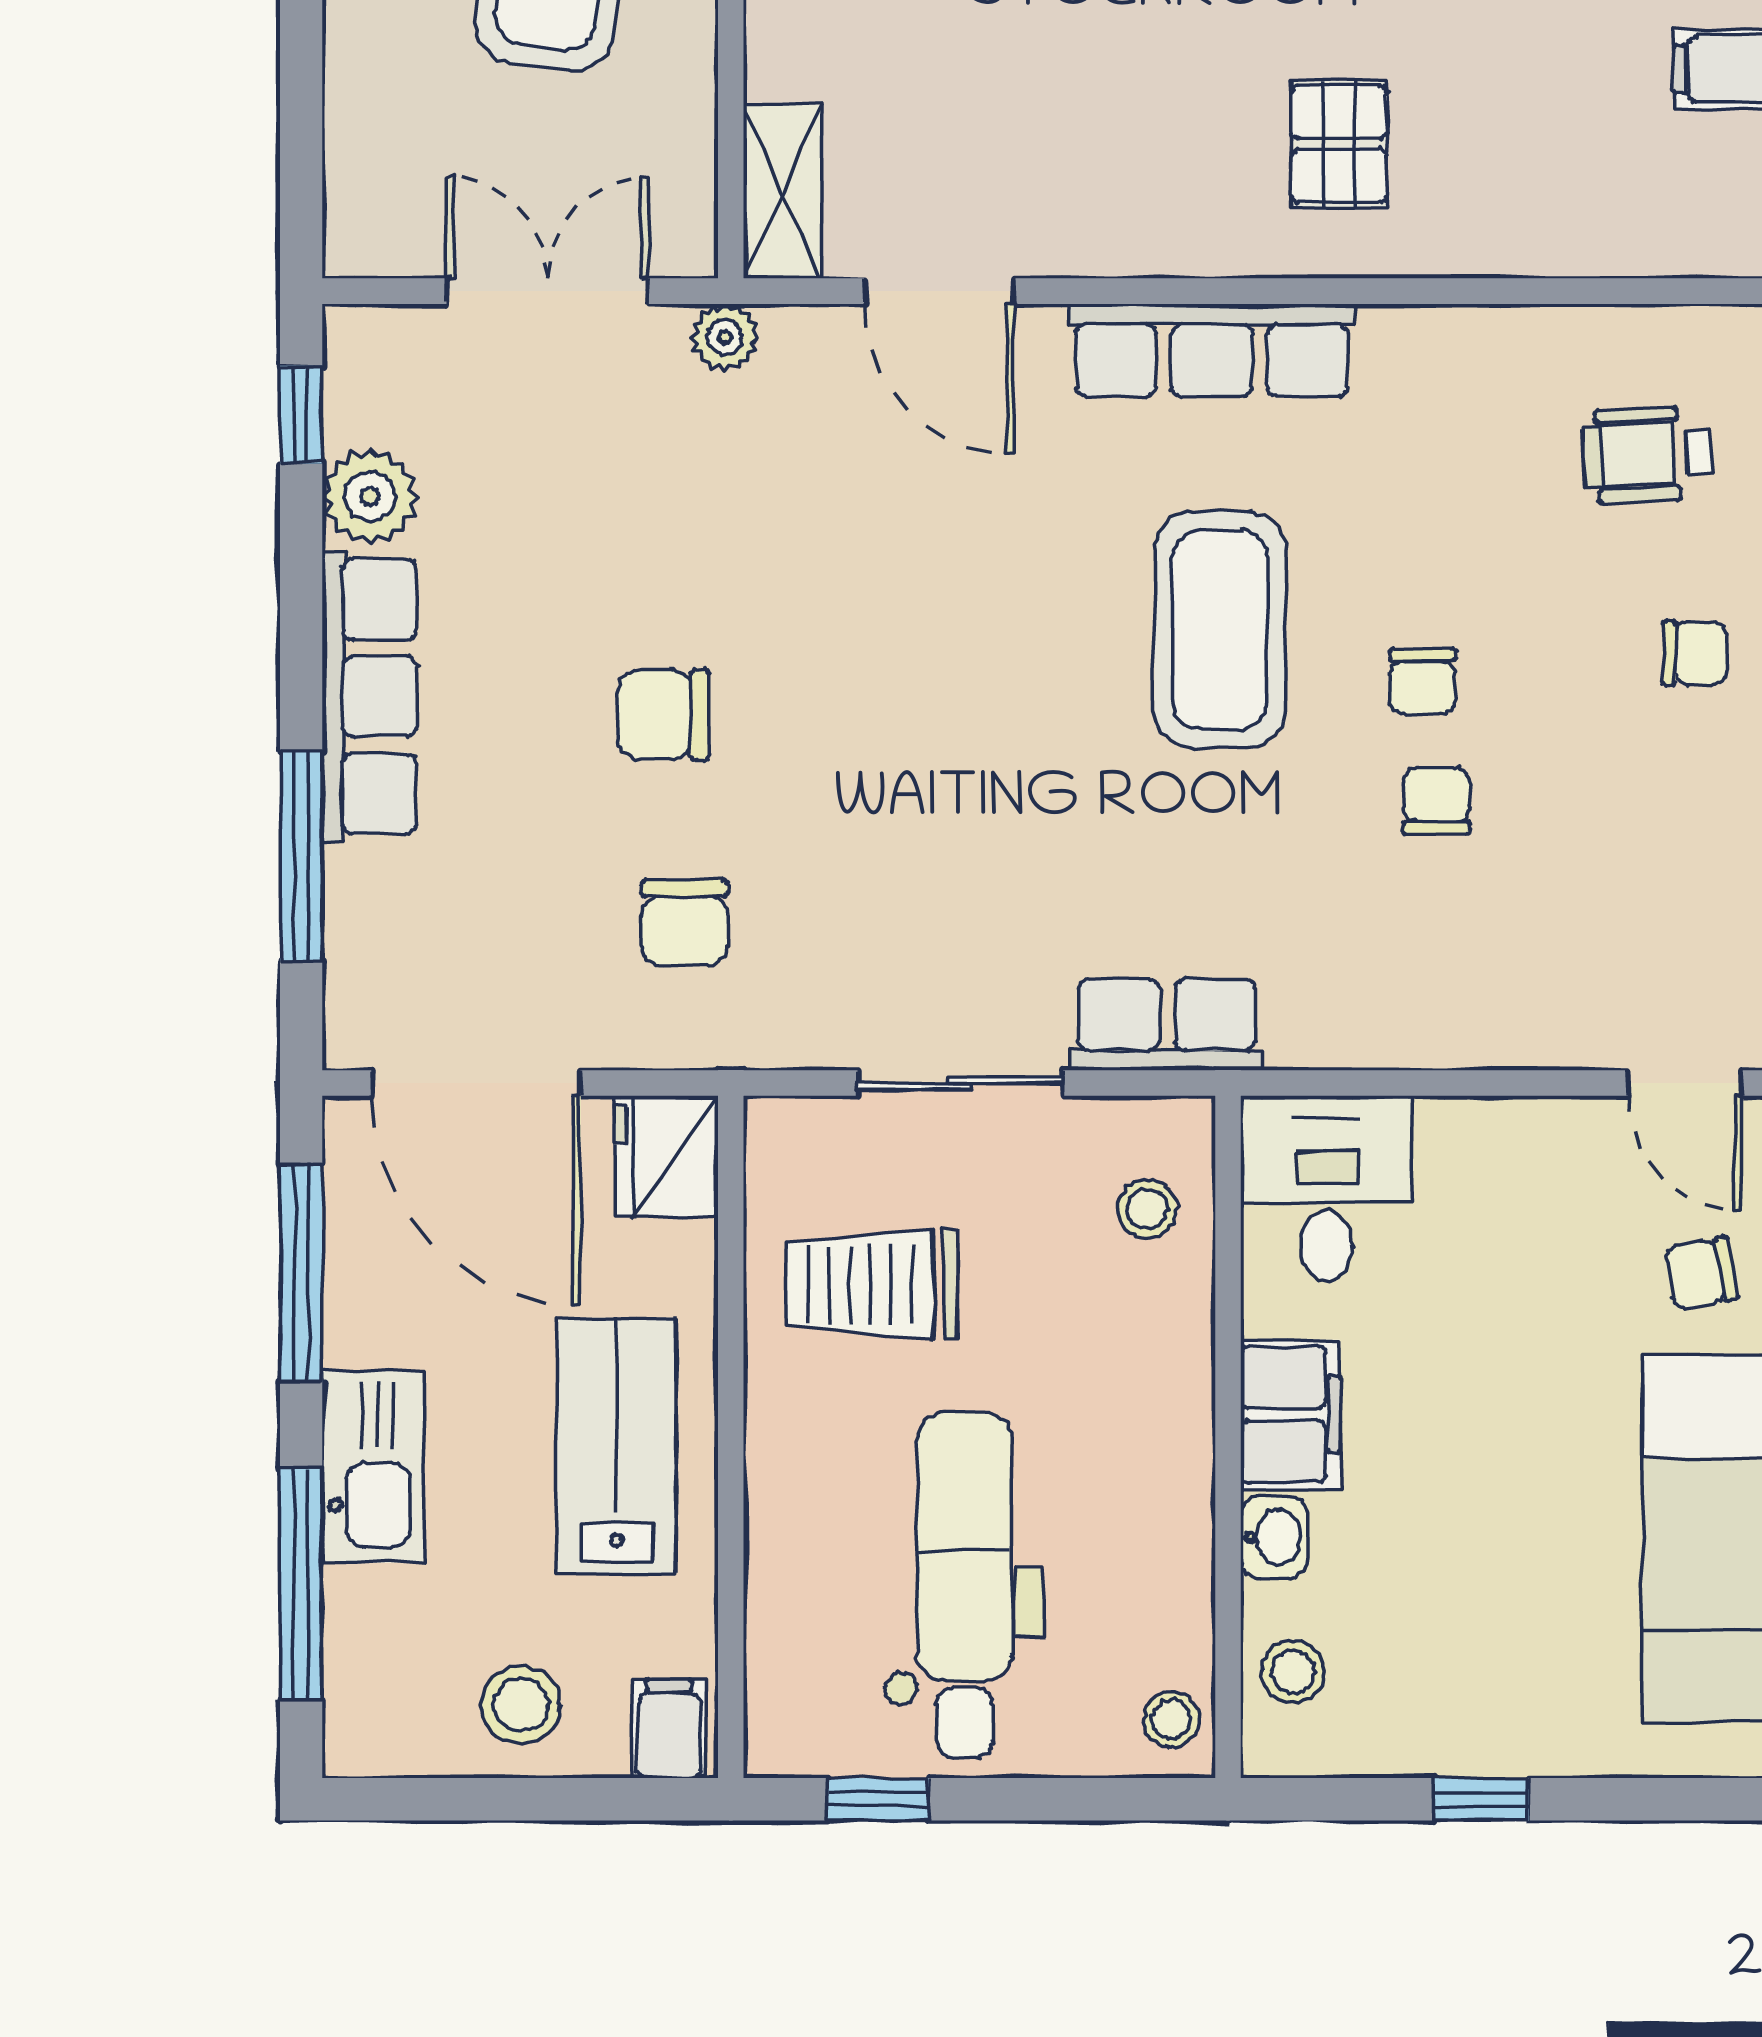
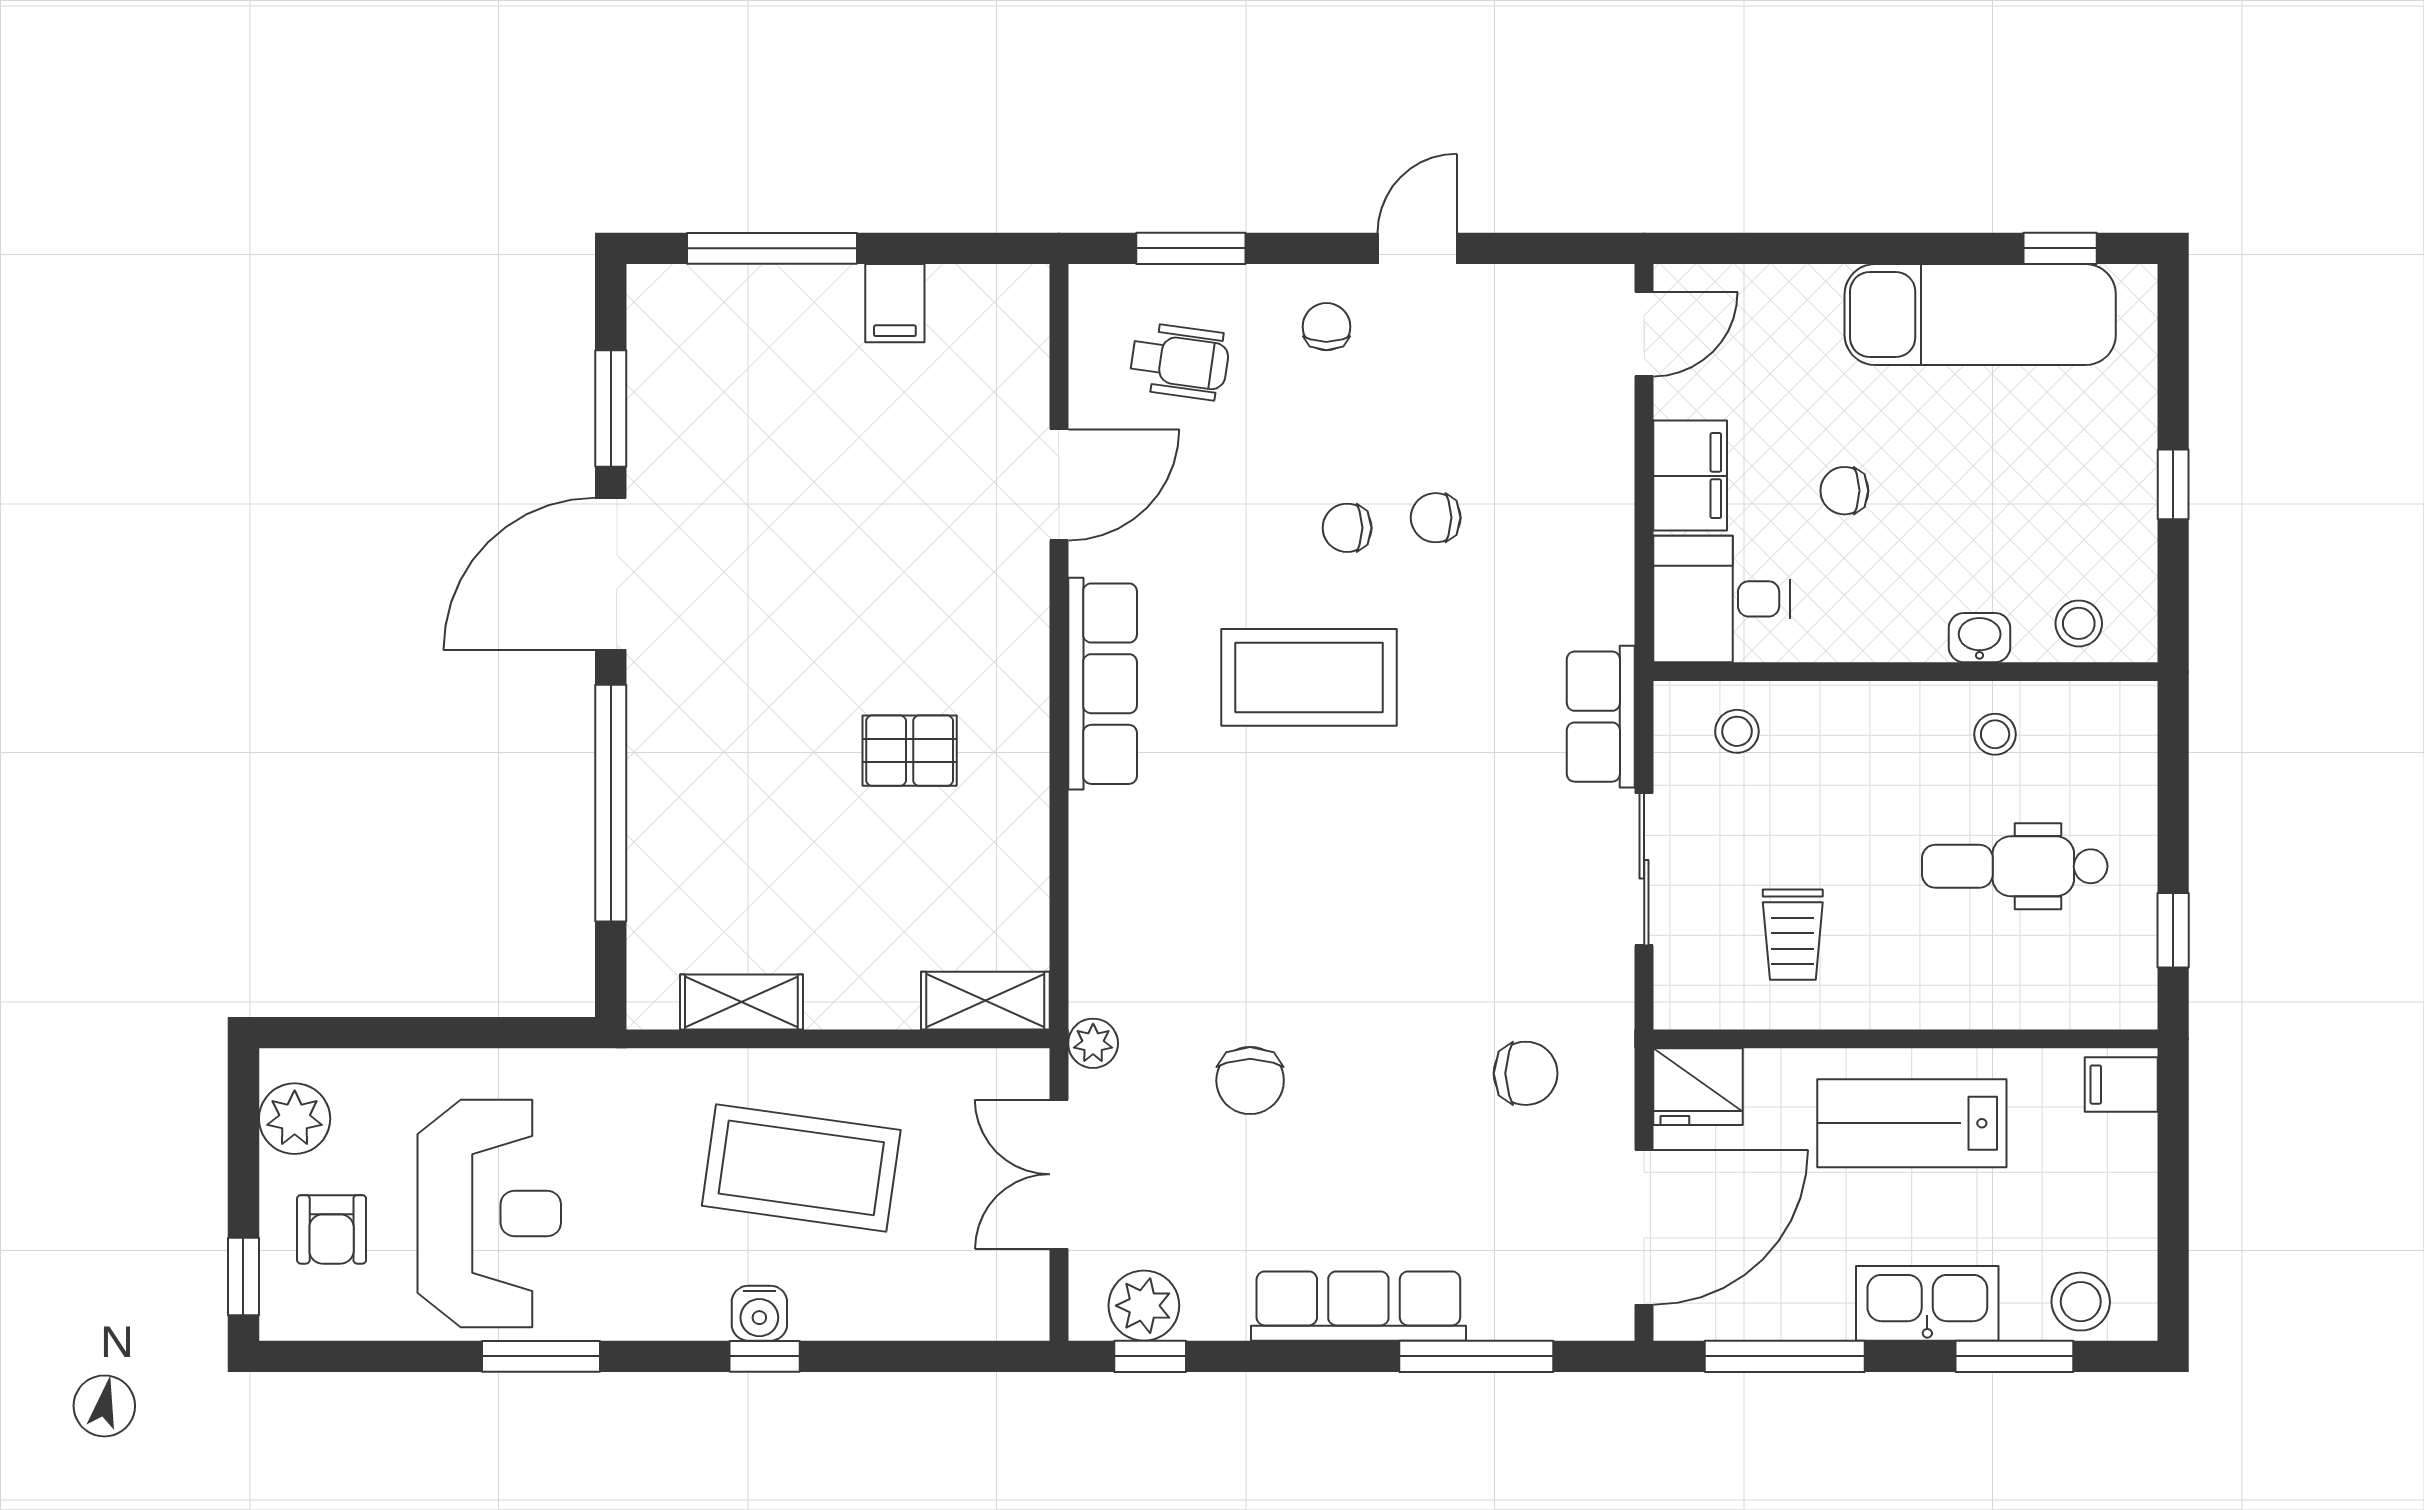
pallet: (1339, 144) -> (910, 751), moved
door: (939, 291) -> (1059, 485), moved
wheelchair: (1648, 454) -> (1180, 361), turned -79
plant: (370, 497) -> (1144, 1306), moved
chair: (1423, 681) -> (1347, 528), turned 180
chair: (663, 715) -> (1250, 1081), moved
chair: (1701, 1273) -> (1844, 491), moved, turned 101
trolley: (872, 1284) -> (1793, 935), width x0.73, depth x0.72
filing cabinet: (1290, 1415) -> (1690, 476), moved, turned 90
window: (301, 1584) -> (2014, 1356), width x0.69
dental chair: (965, 1585) -> (2015, 866), width x0.73, depth x0.72
stool: (521, 1705) -> (2081, 1302), moved
stool: (1171, 1719) -> (1995, 734), moved

